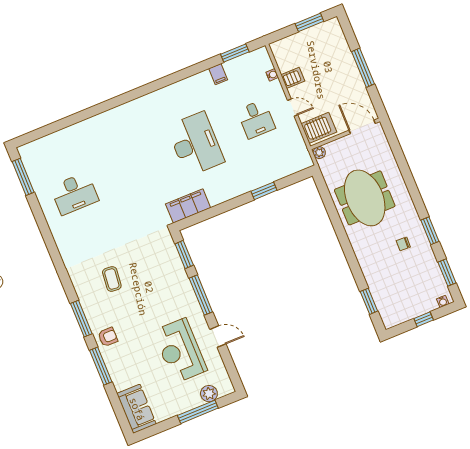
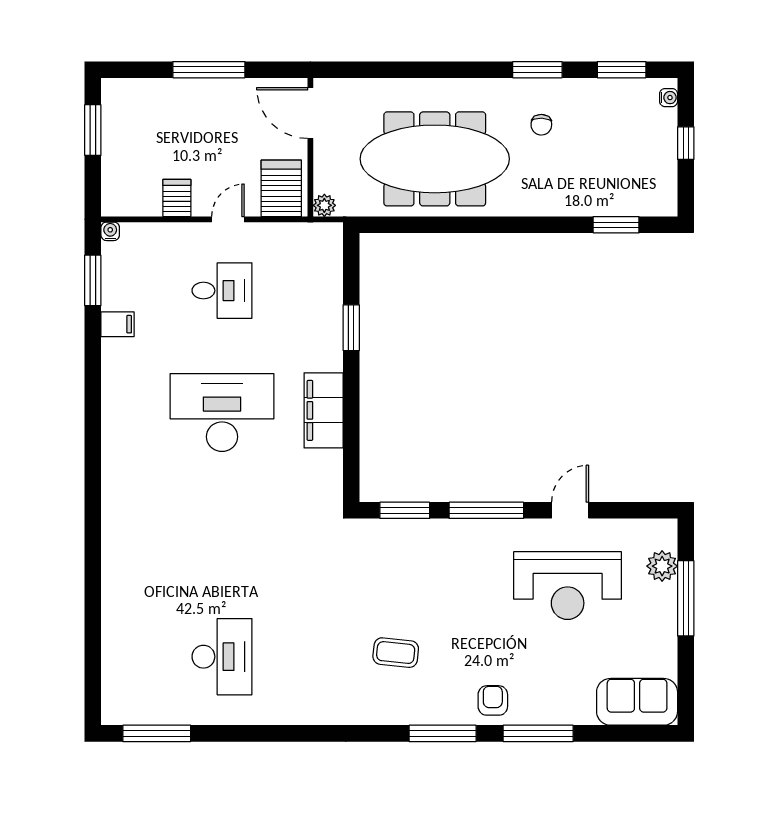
water cooler: (272, 75) -> (110, 231), moved
door: (362, 127) -> (310, 113), hinge flipped
meeting table: (365, 198) -> (435, 159), width x1.36
filing cabinet: (188, 206) -> (324, 410), moved

